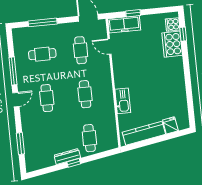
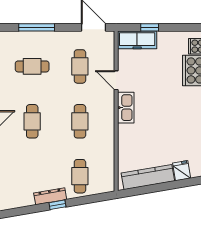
door: (109, 47) -> (116, 80), moved
kitchen sink: (123, 101) -> (126, 108), moved

